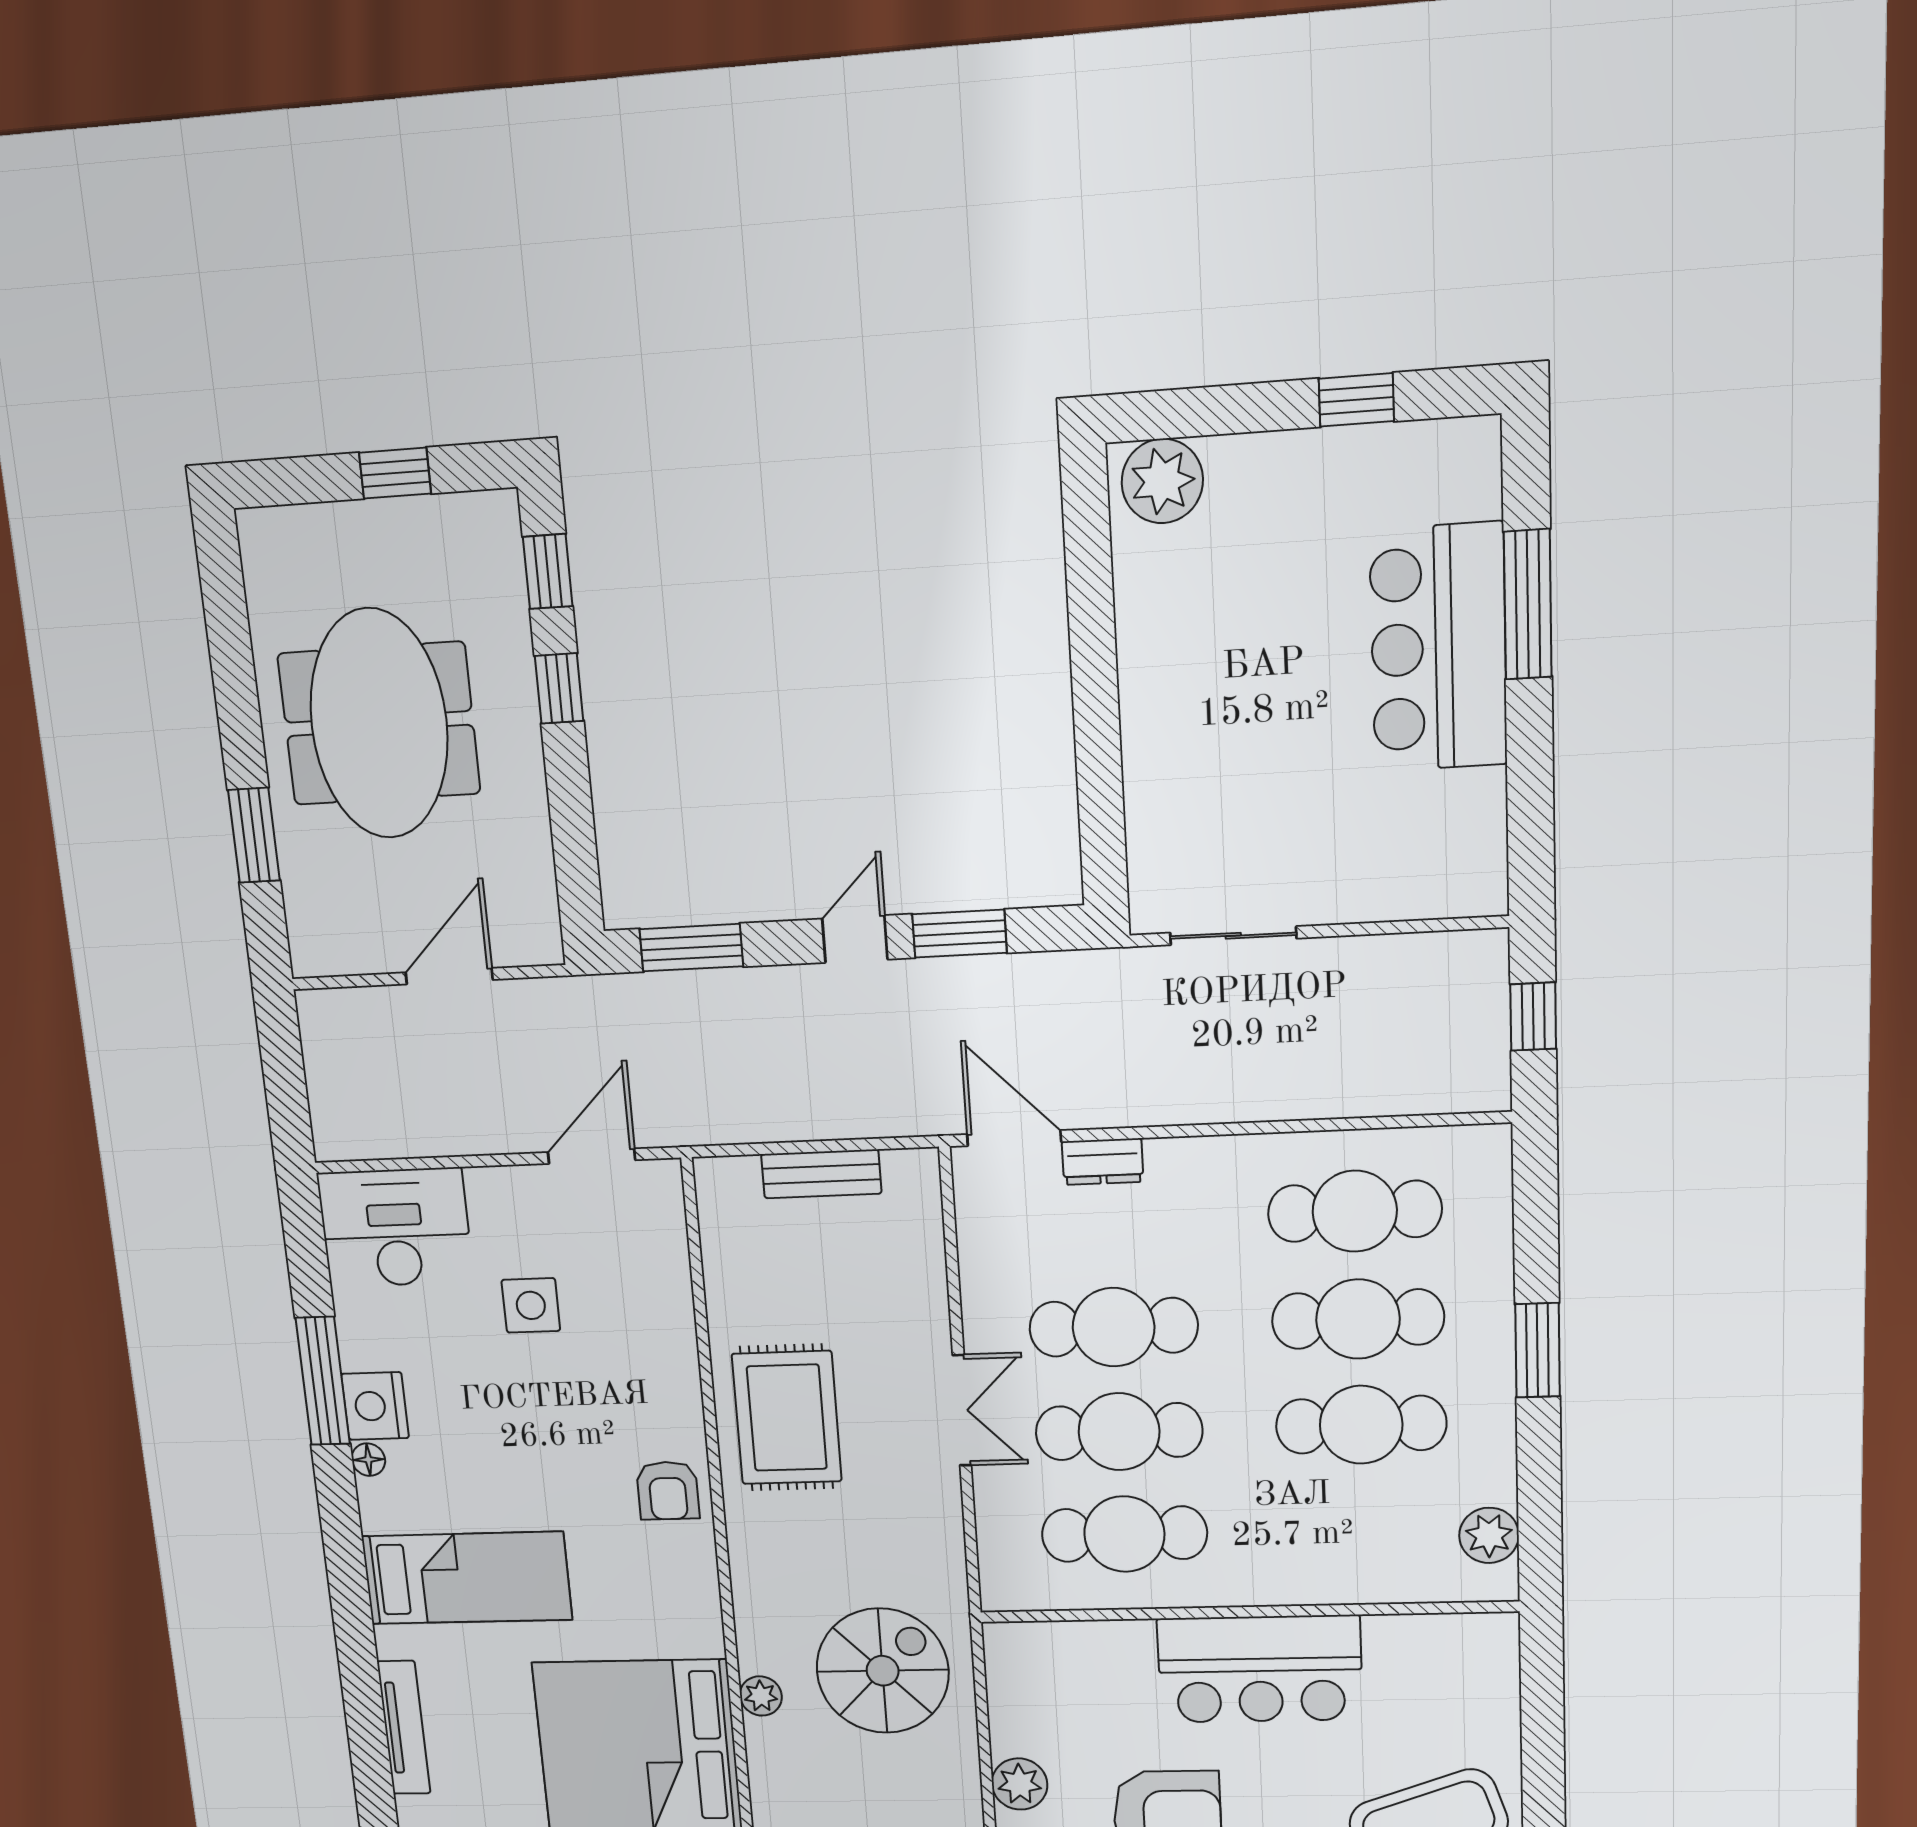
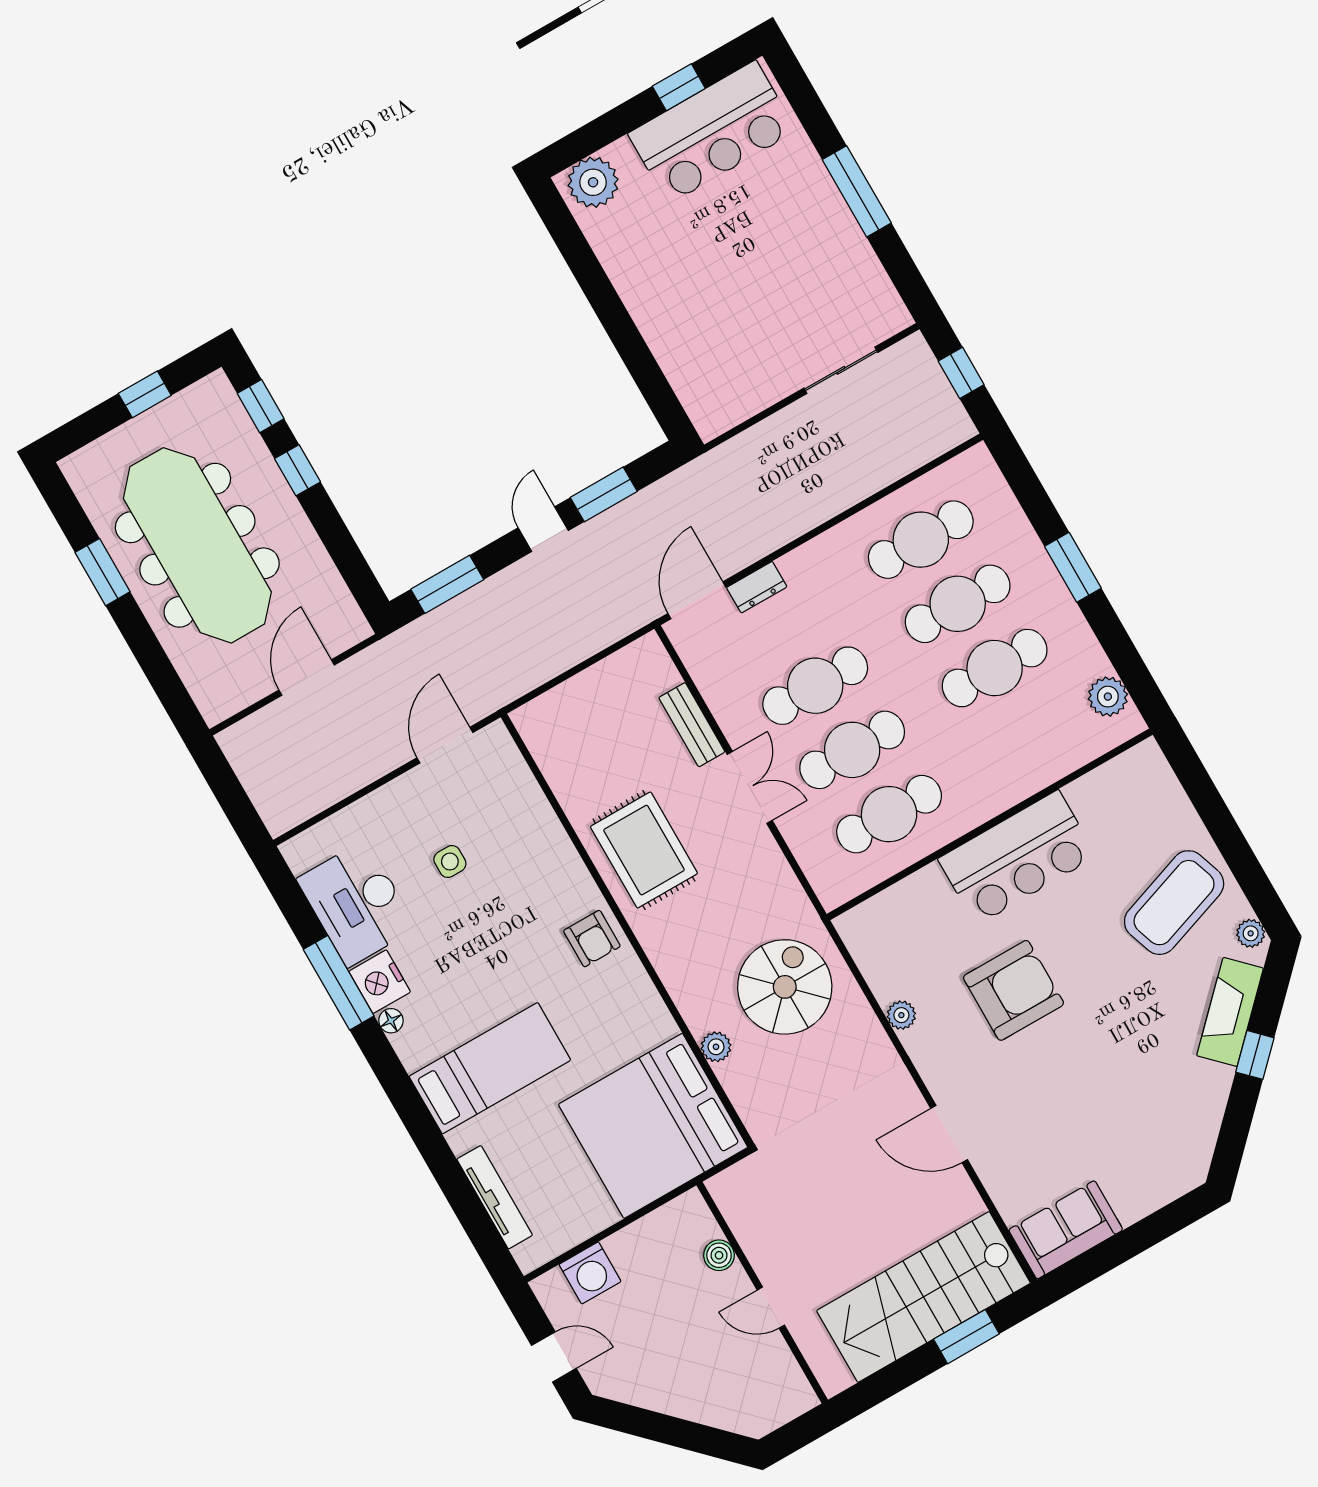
window: (1528, 605) -> (857, 191), moved
bar counter: (1438, 648) -> (712, 132), moved, turned -90
meeting table: (379, 724) -> (197, 545), width x1.36
window: (254, 835) -> (103, 572), moved
sliding door: (1233, 936) -> (841, 370), moved
door: (1014, 1138) -> (697, 600), hinge flipped
bench: (821, 1174) -> (692, 725), moved, turned 90
desk: (395, 1228) -> (357, 903), moved, turned -90
side table: (531, 1305) -> (450, 862), width x0.73, depth x0.73
plant: (1019, 1784) -> (901, 1015), width x0.73, depth x0.73

